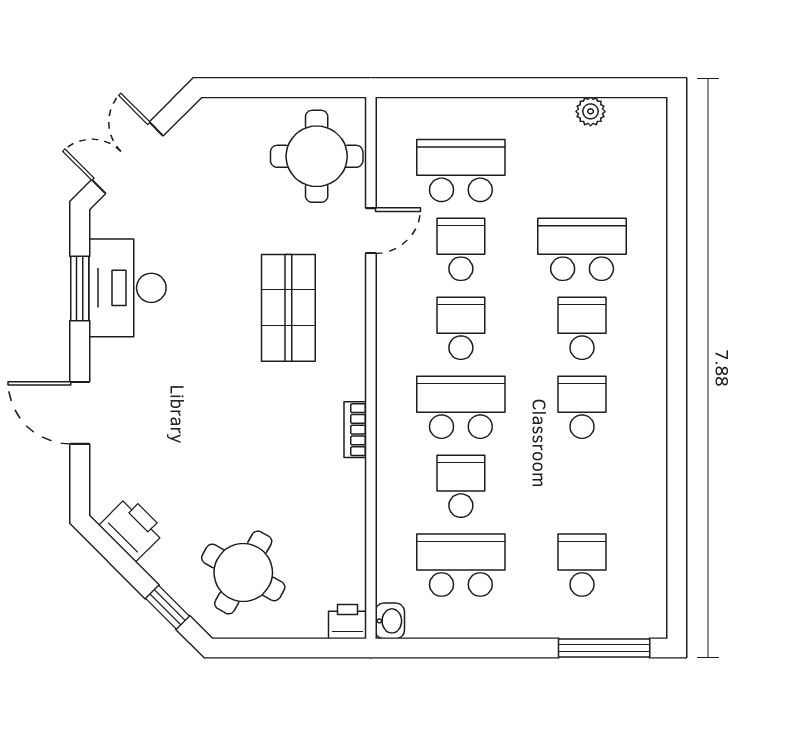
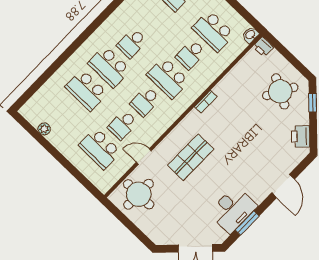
school desk: (582, 328) -> (109, 67), width x1.85

